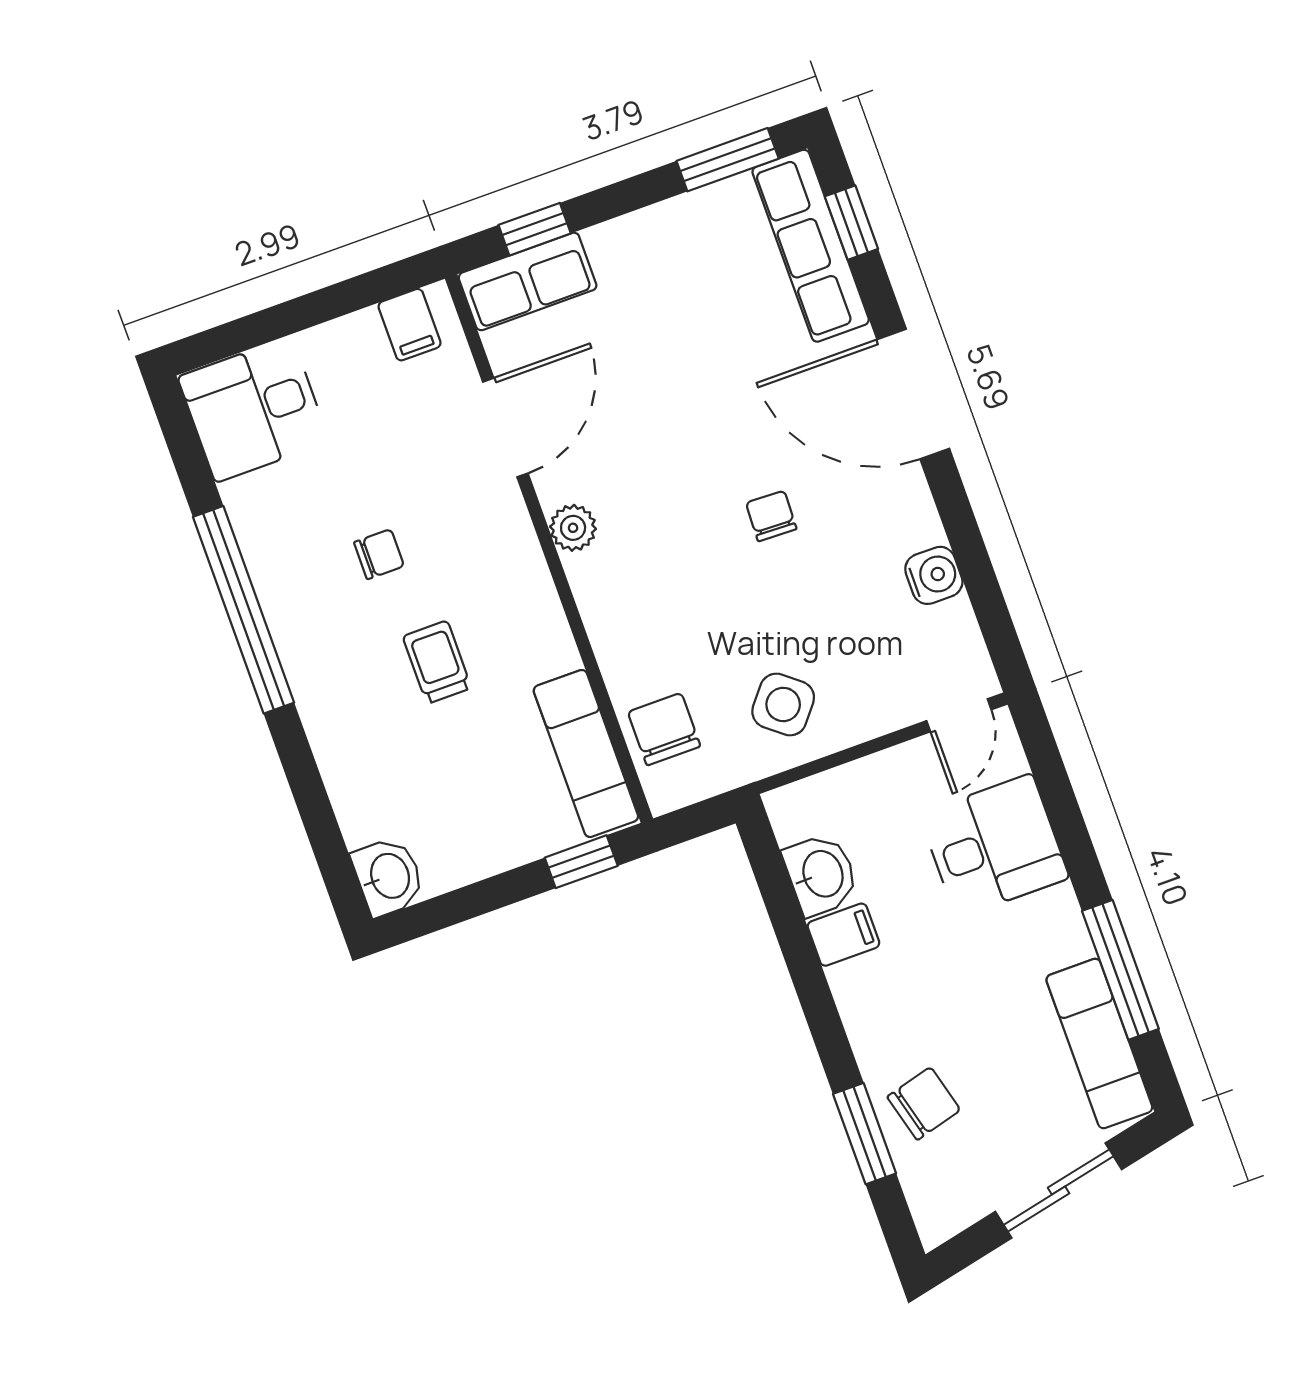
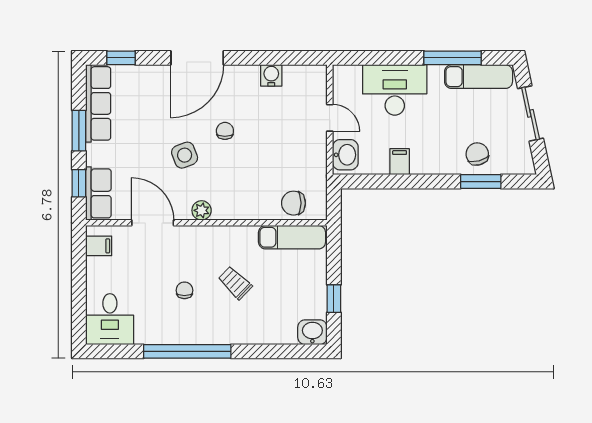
window: (728, 160) -> (79, 131), moved
row of seats: (811, 246) -> (98, 103), moved, turned -90
chair: (771, 516) -> (225, 131), turned 88
trolley: (437, 662) -> (235, 283), turned 44
side table: (783, 704) -> (185, 155), moved, turned 30
door: (959, 715) -> (330, 118), moved
desk: (994, 846) -> (395, 90), width x1.37
window: (581, 862) -> (334, 299), moved
washbasin: (821, 874) -> (345, 155), moved, turned 90

